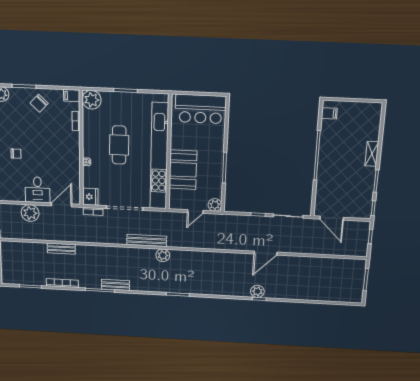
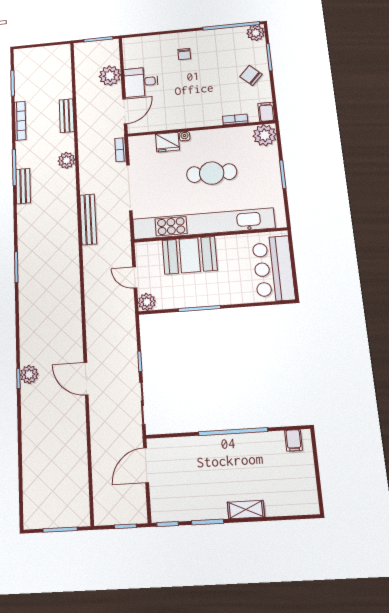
fridge: (90, 197) -> (167, 142), moved
door: (61, 205) -> (125, 111), hinge flipped
plant: (163, 255) -> (67, 160), moved

